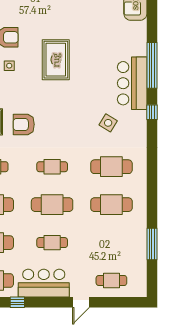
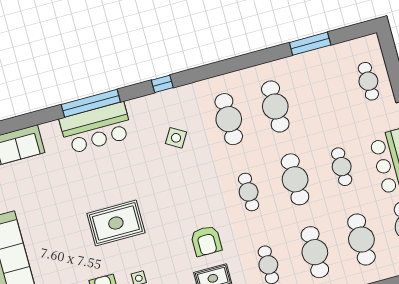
bar counter: (132, 83) -> (96, 128), moved
window: (152, 112) -> (162, 84), moved

